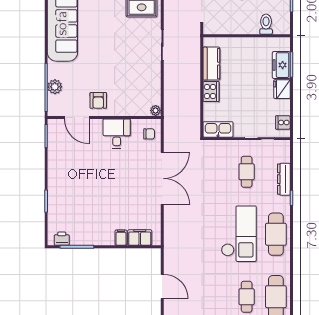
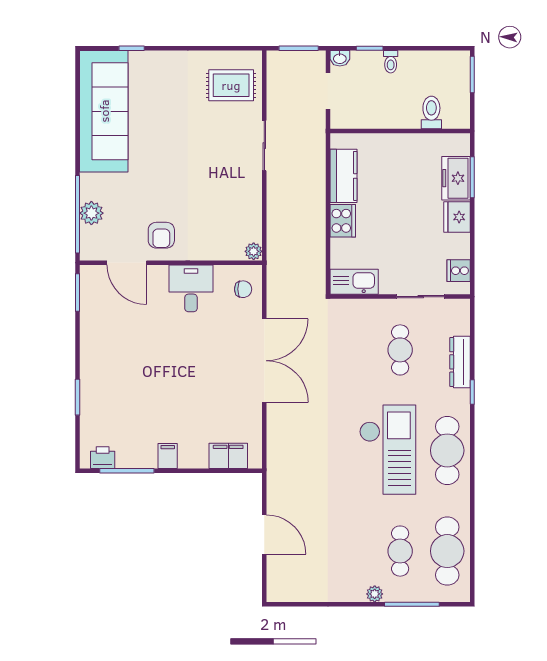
filing cabinet: (121, 238) -> (168, 456), moved

